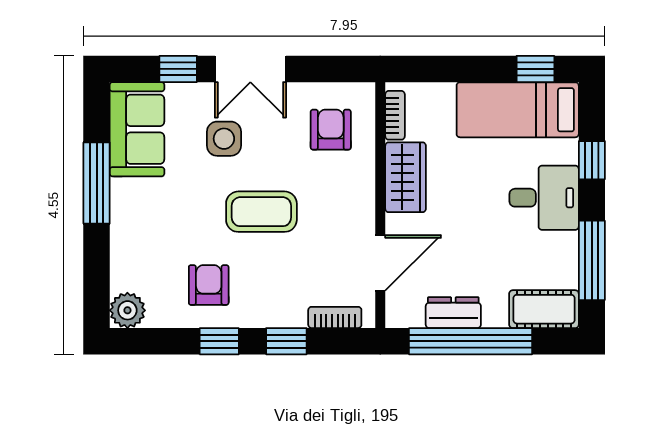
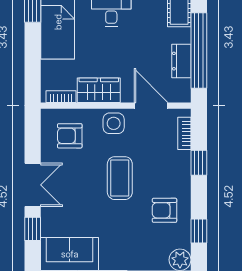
side table: (224, 139) -> (114, 123), moved
window: (219, 341) -> (199, 231), moved

